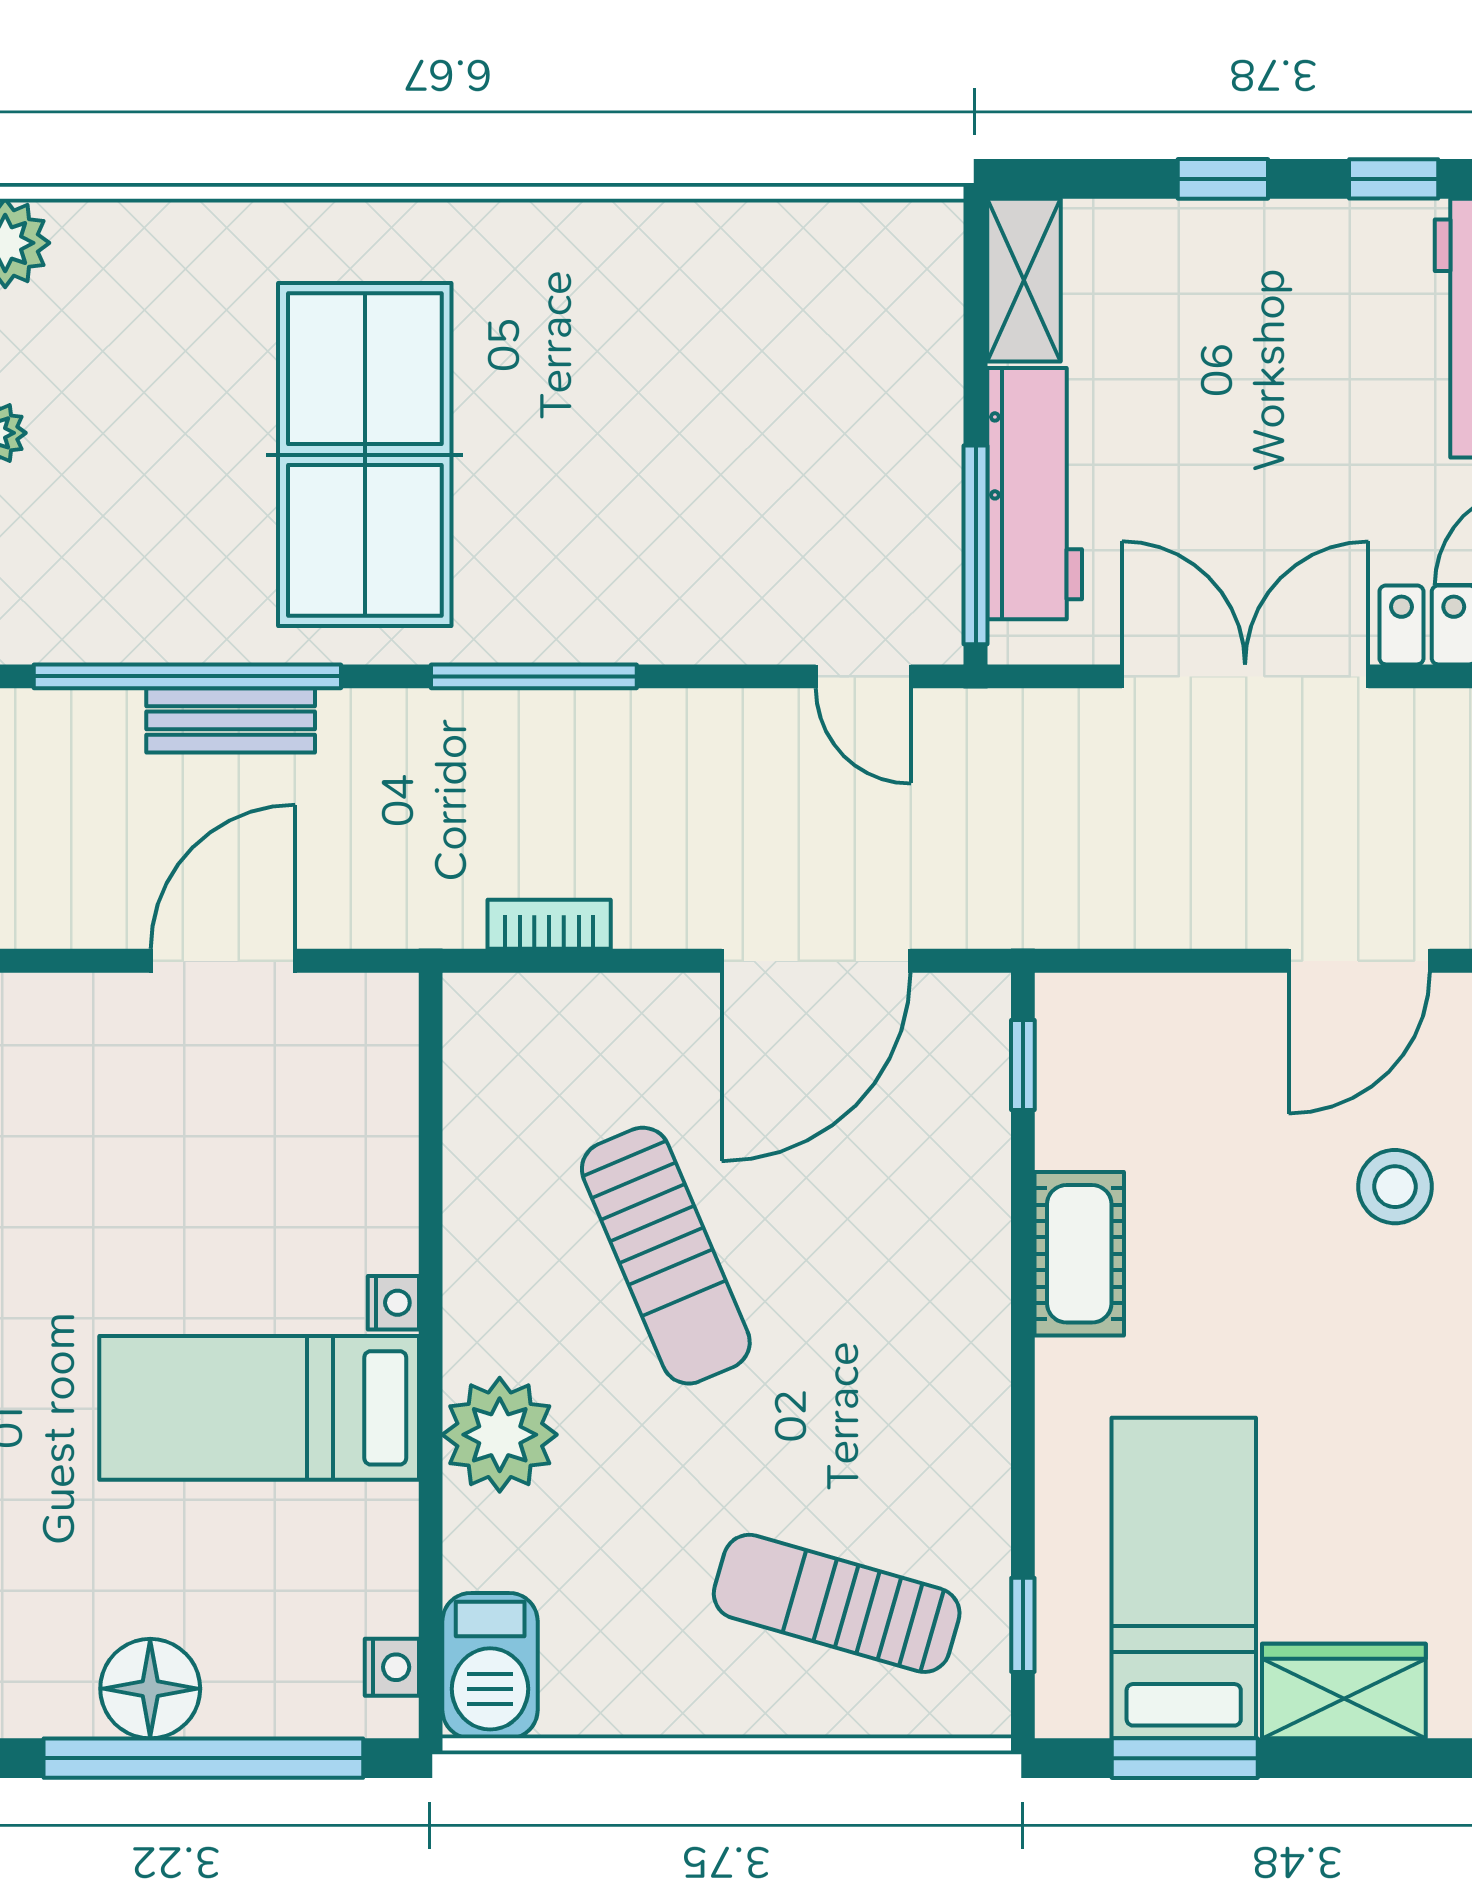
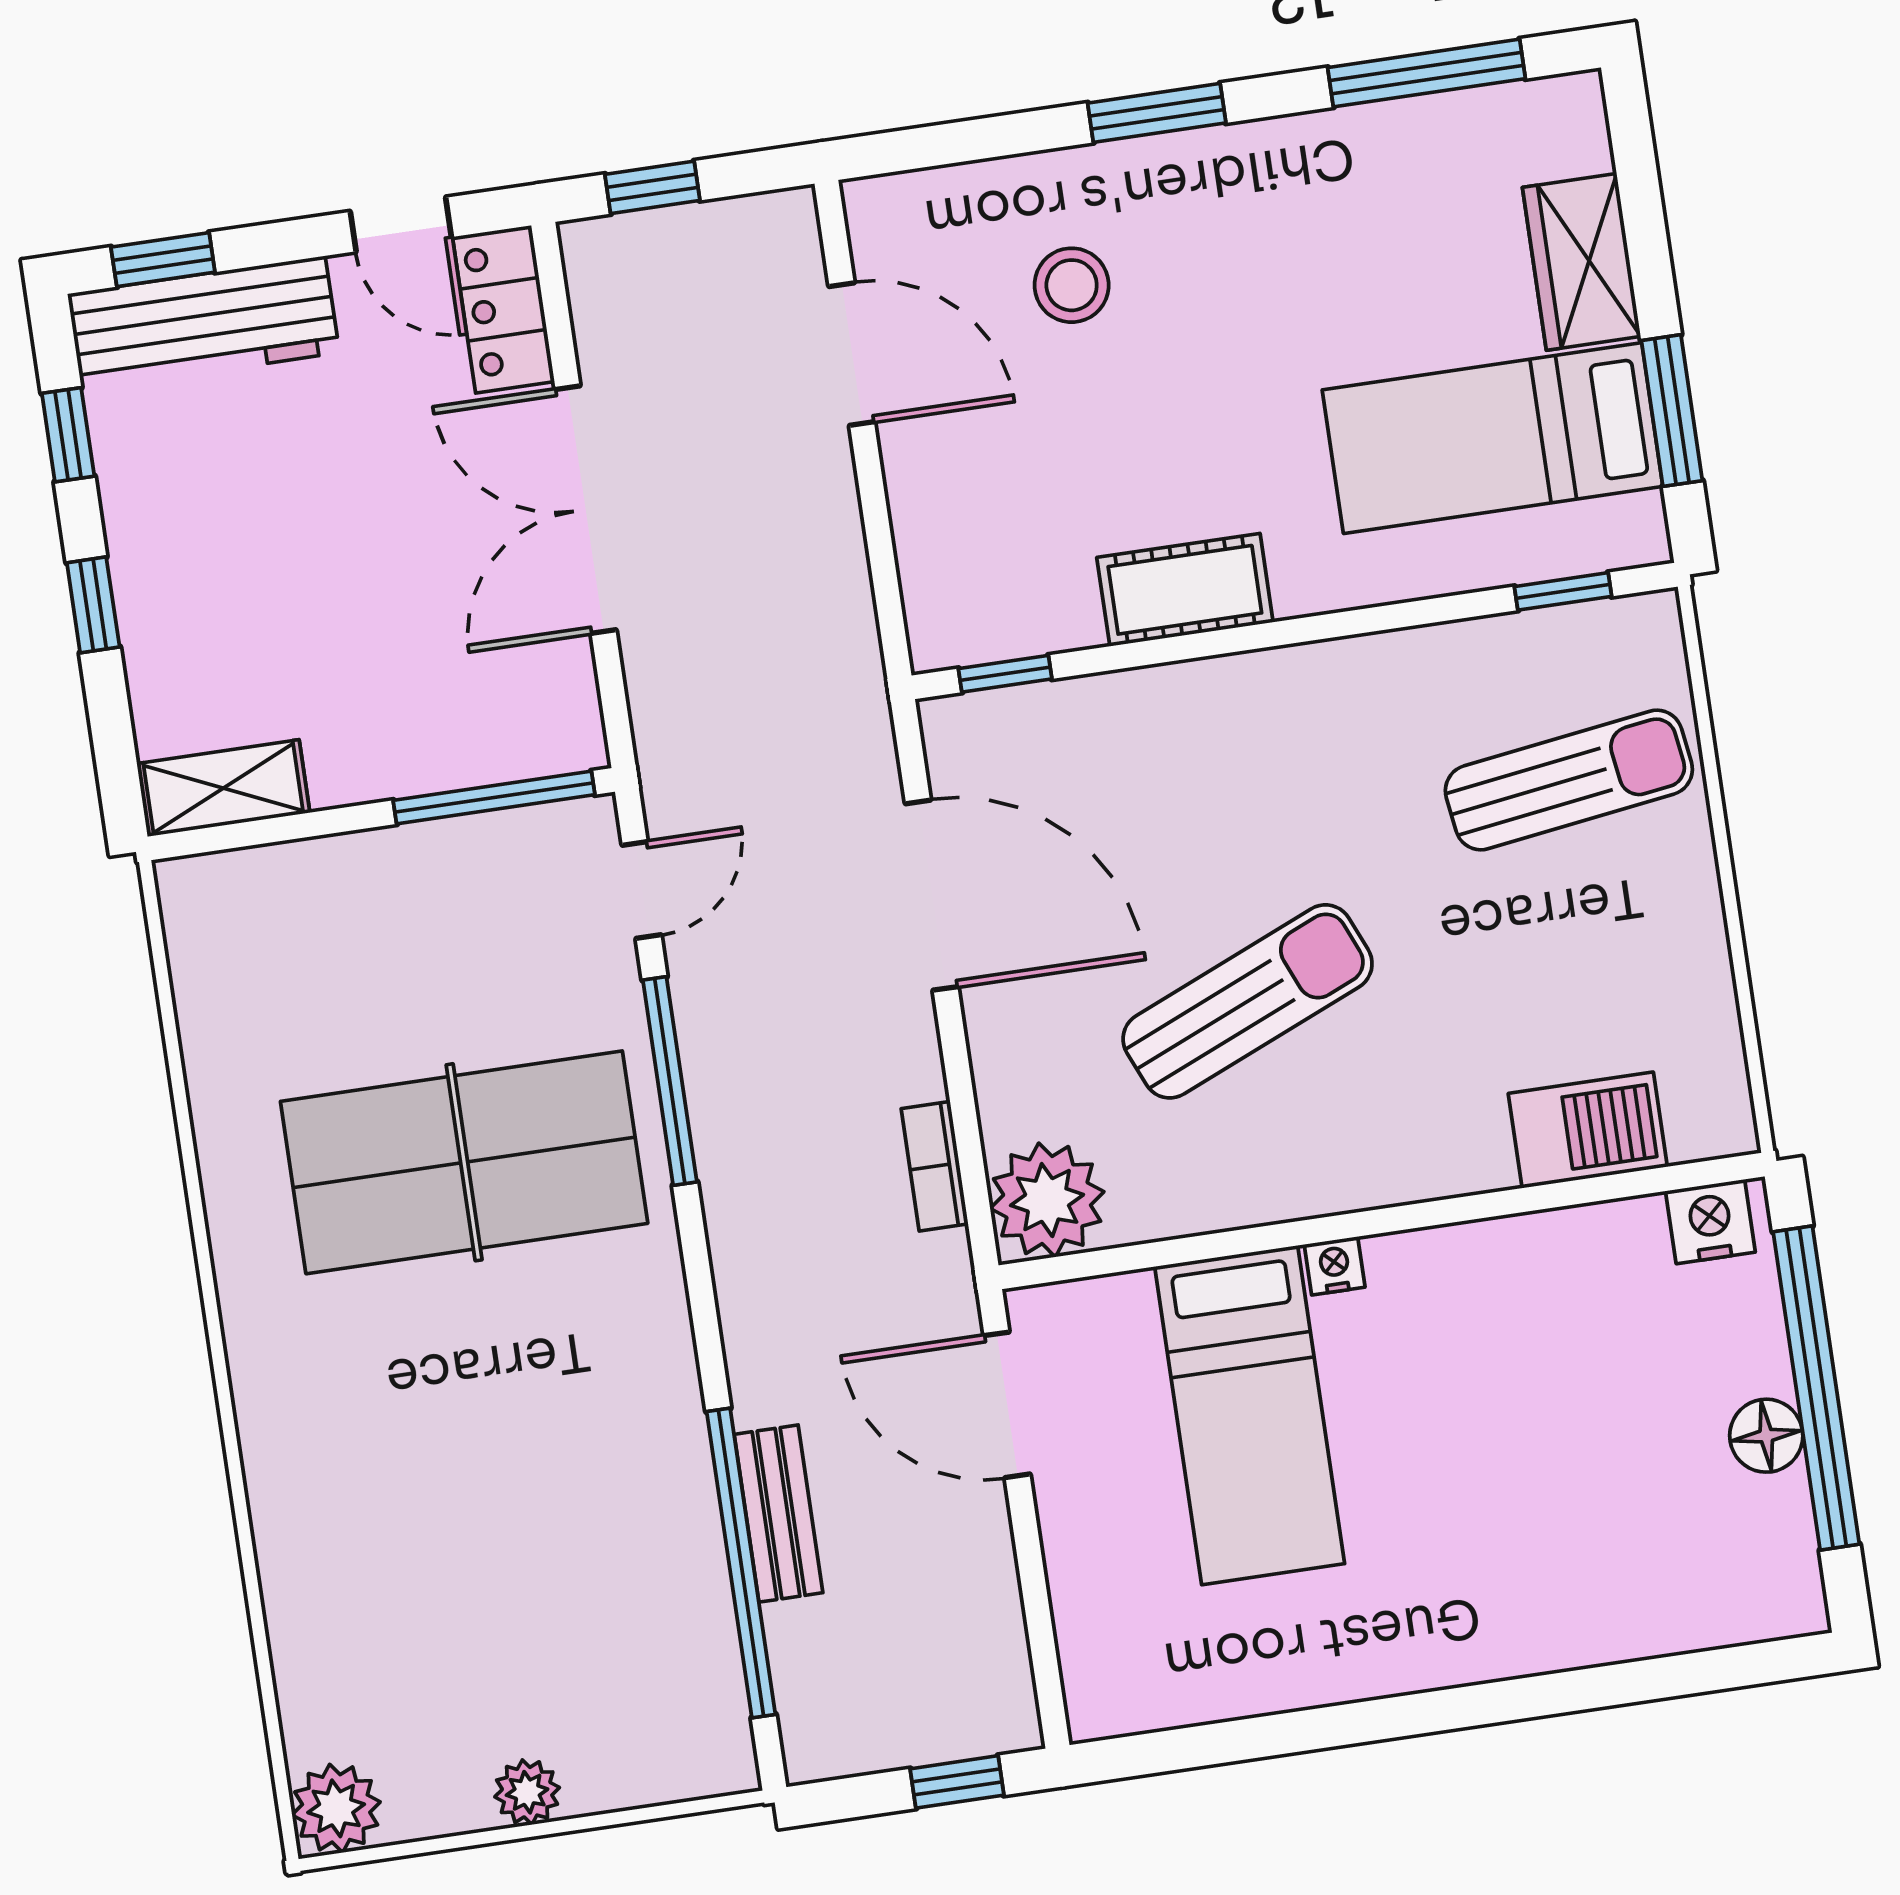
table tennis table: (365, 455) -> (464, 1162), moved
workbench: (1035, 494) -> (434, 746), removed
window: (534, 676) -> (670, 1081), moved
door: (223, 961) -> (1007, 1405), moved
bed: (259, 1408) -> (1250, 1415), moved
plant: (500, 1435) -> (1047, 1200), moved
sun lounger: (837, 1603) -> (1569, 780), turned -114
barbecue: (490, 1666) -> (1588, 1130), moved
nightstand: (392, 1667) -> (1710, 1222), width x1.39, depth x1.35
floor lamp: (150, 1689) -> (1766, 1436), width x0.73, depth x0.73

